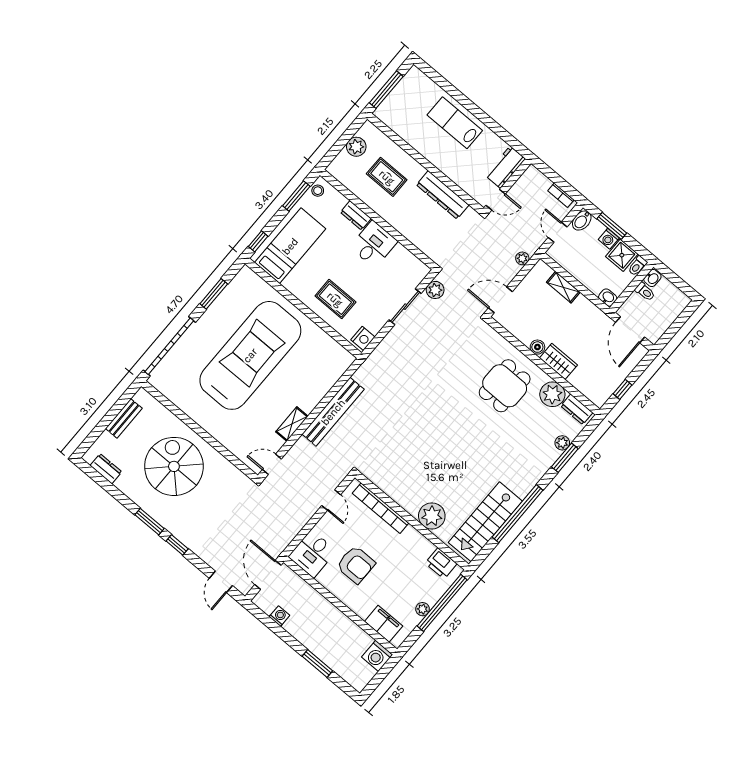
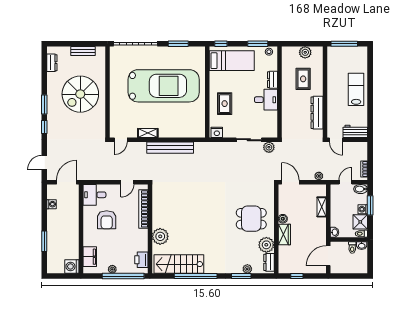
door: (272, 464) -> (121, 140), swing flipped
spiral stairs: (174, 466) -> (80, 94), turned 180

